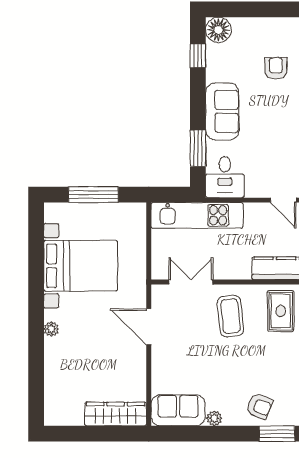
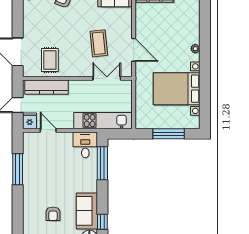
sofa: (222, 111) -> (87, 211), moved
window: (198, 148) -> (102, 163), width x1.44
double door: (191, 282) -> (107, 78), swing flipped
coffee table: (230, 316) -> (99, 43), moved

